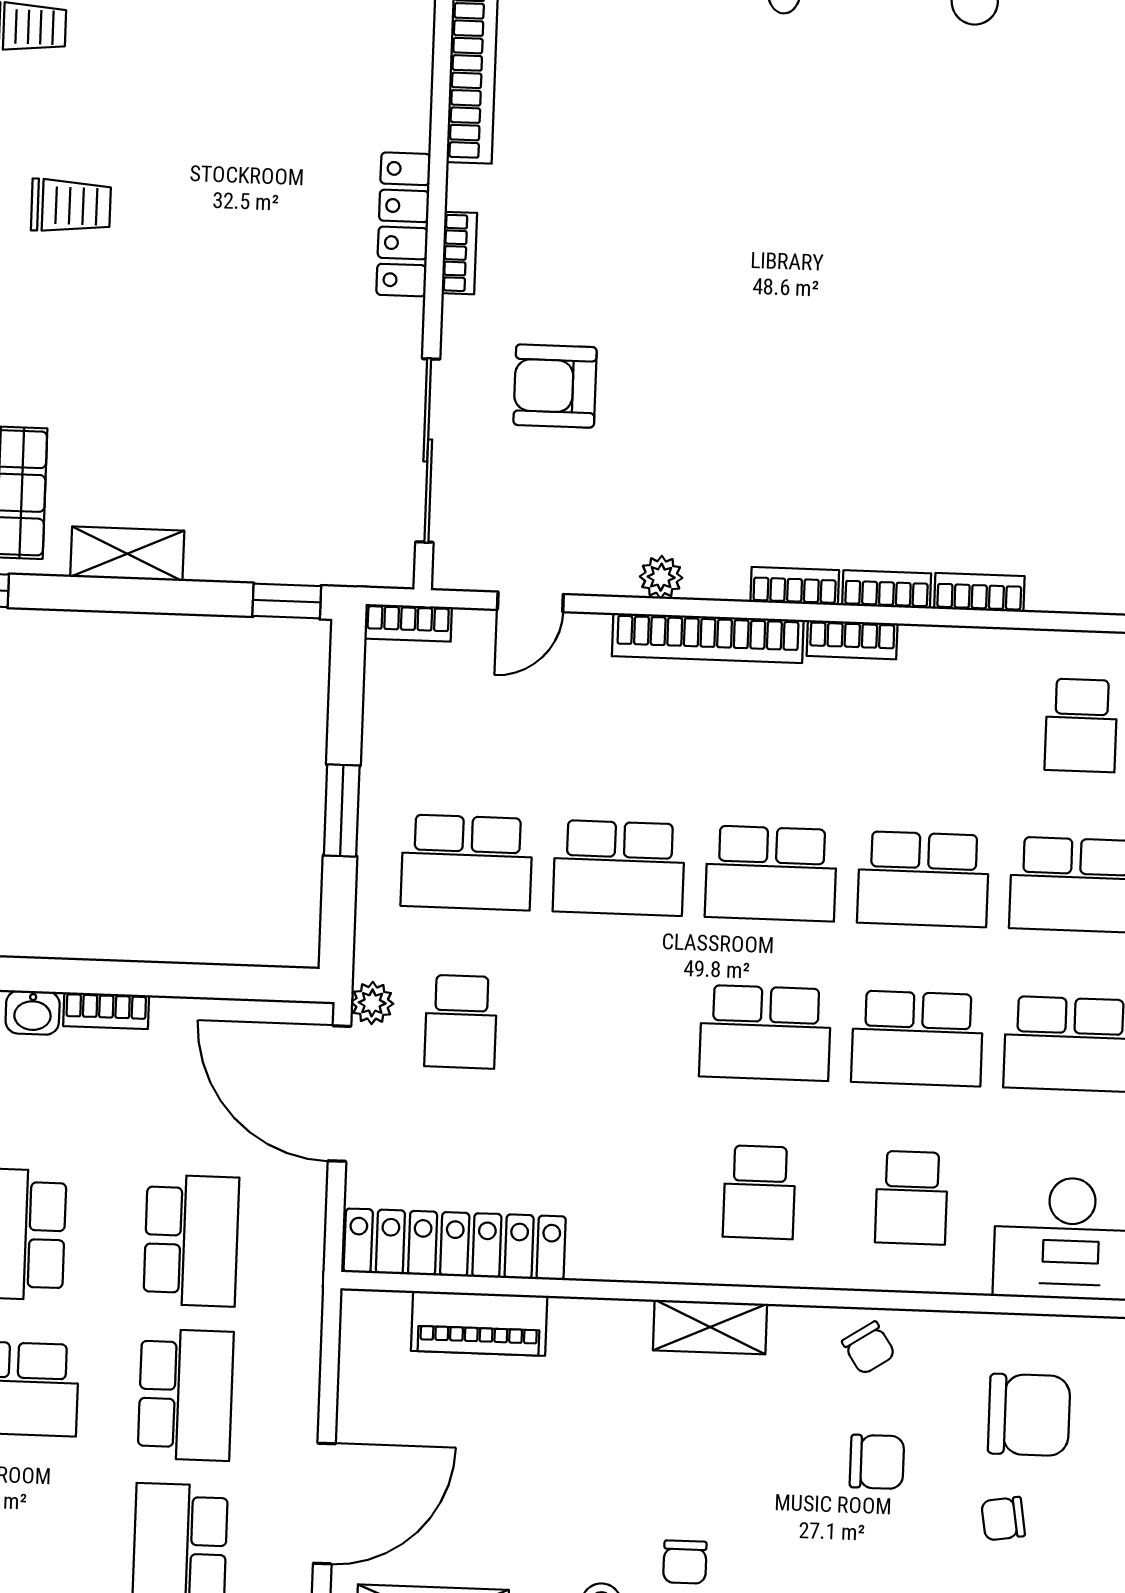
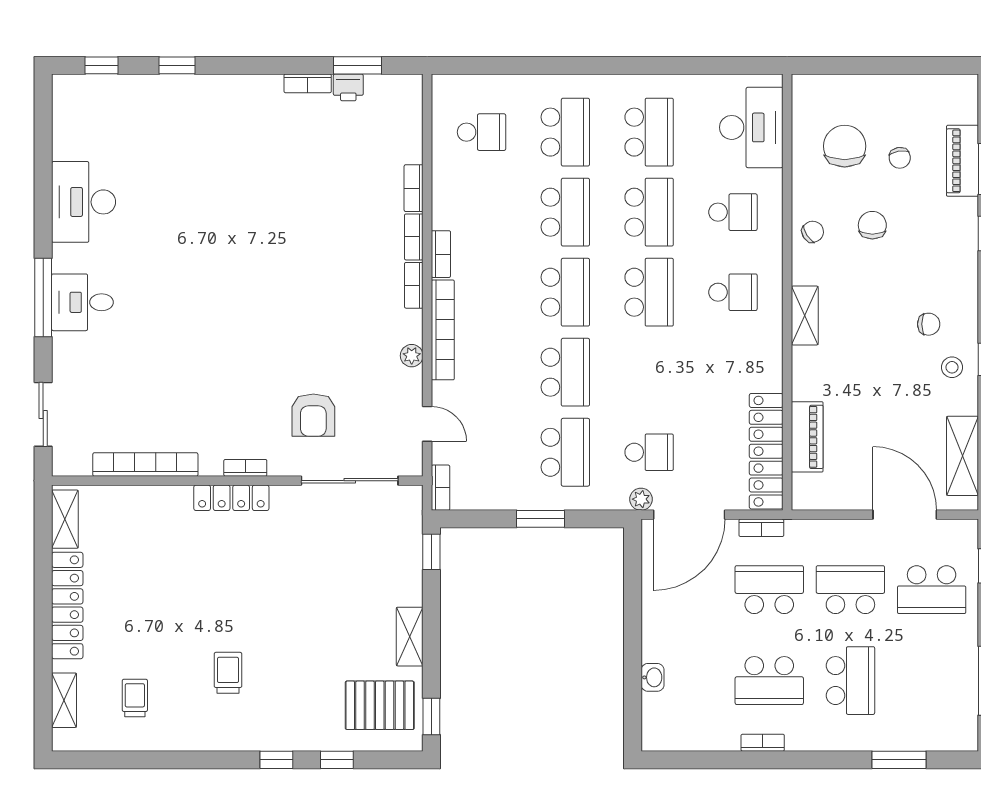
bookcase: (106, 1011) -> (761, 528), moved, turned 90

